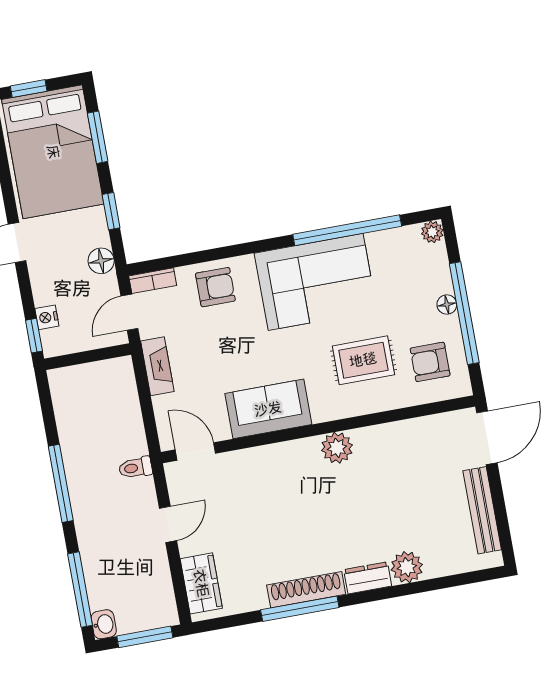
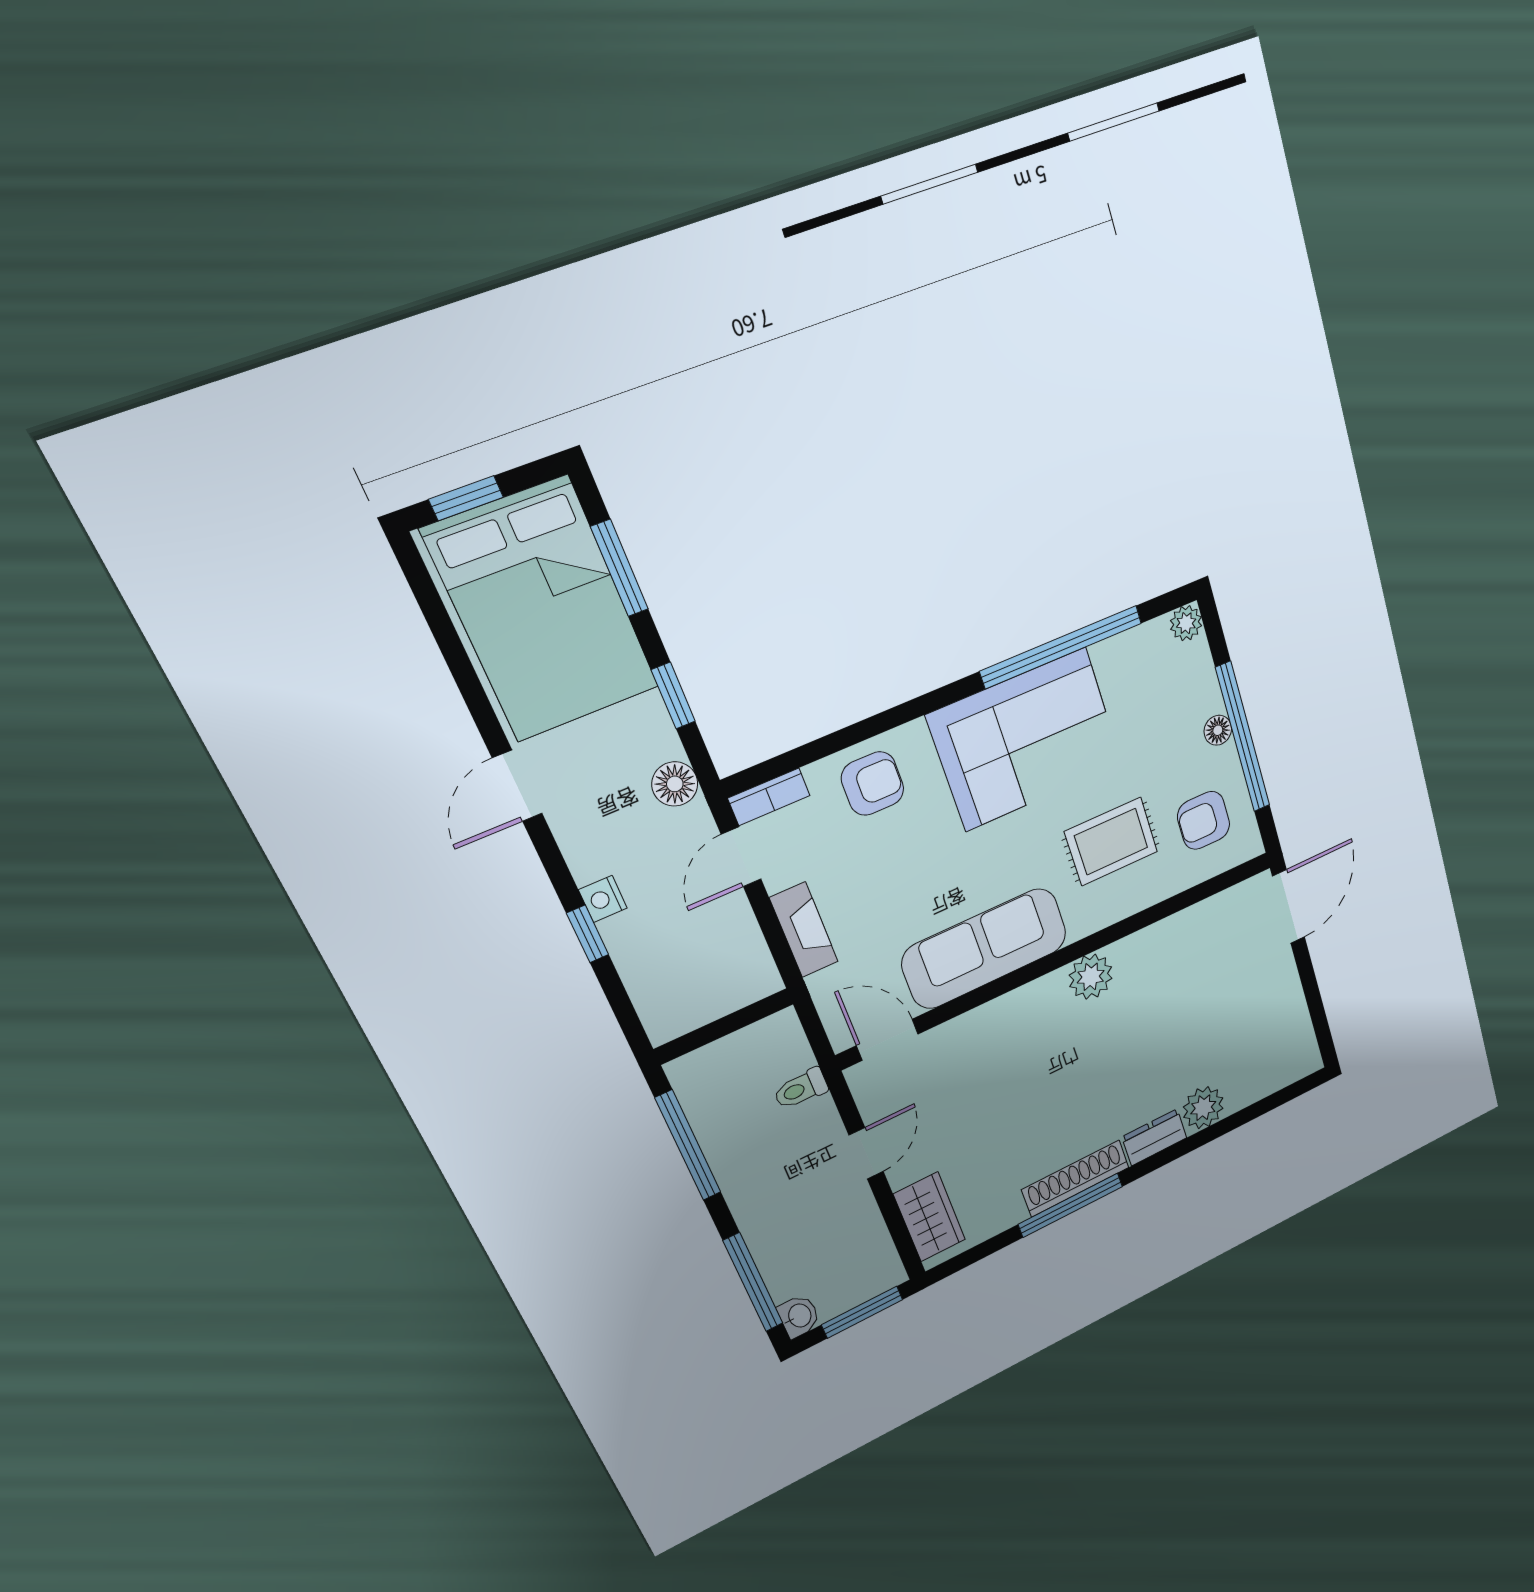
wall: (88, 357) -> (724, 1026), moved
sofa: (268, 409) -> (985, 949), width x1.36
bench: (482, 510) -> (1291, 1005), removed

